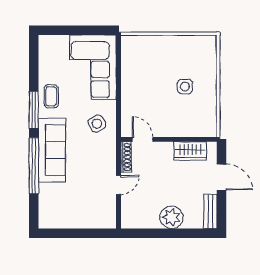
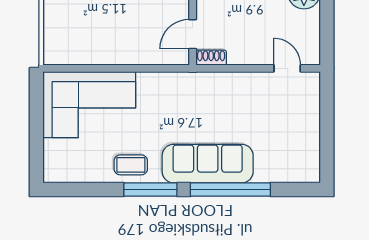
side table: (97, 124) -> (170, 99), removed
shoe rack: (126, 157) -> (211, 58), width x0.70
door: (119, 185) -> (287, 68), moved

